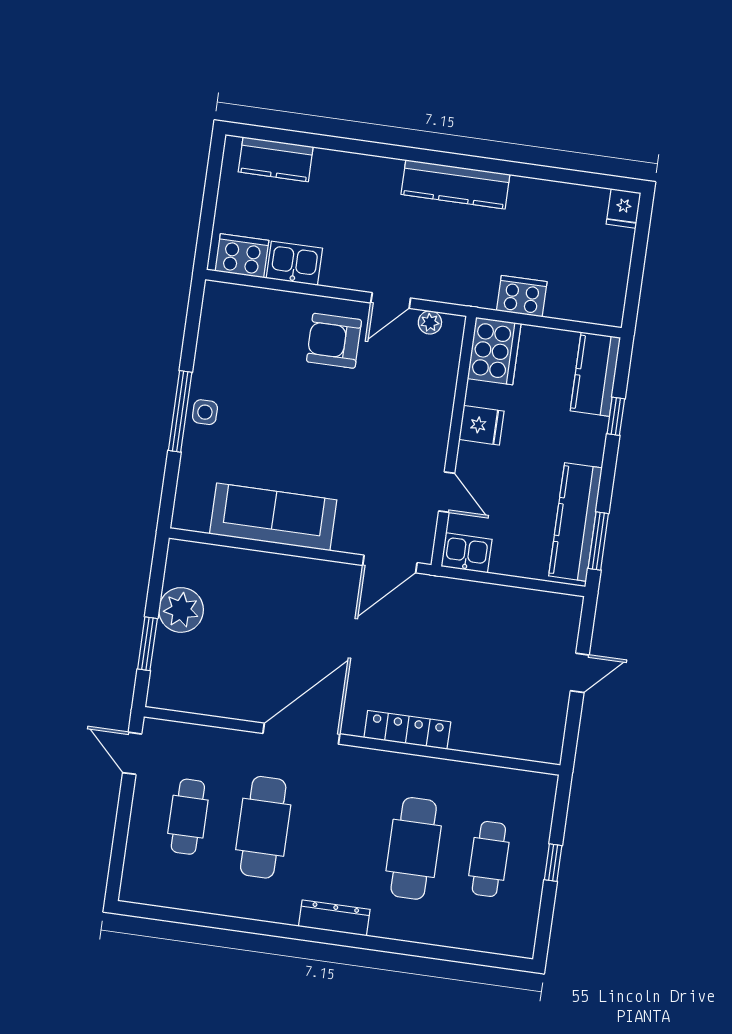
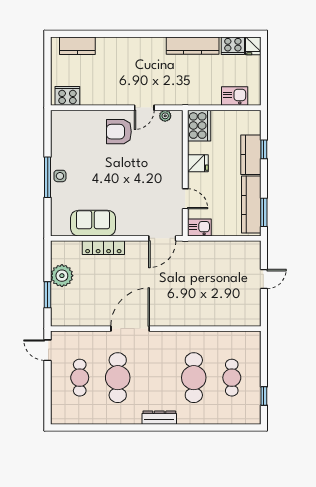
kitchen counter: (455, 184) -> (193, 46), moved
kitchen sink: (294, 263) -> (235, 96), moved
cooker: (522, 296) -> (233, 46), moved, turned 180
kitchen counter: (595, 374) -> (251, 155), moved
sofa: (273, 517) -> (93, 223), width x0.73
locker: (407, 730) -> (103, 248), moved, turned 180
window: (553, 863) -> (264, 396), moved

